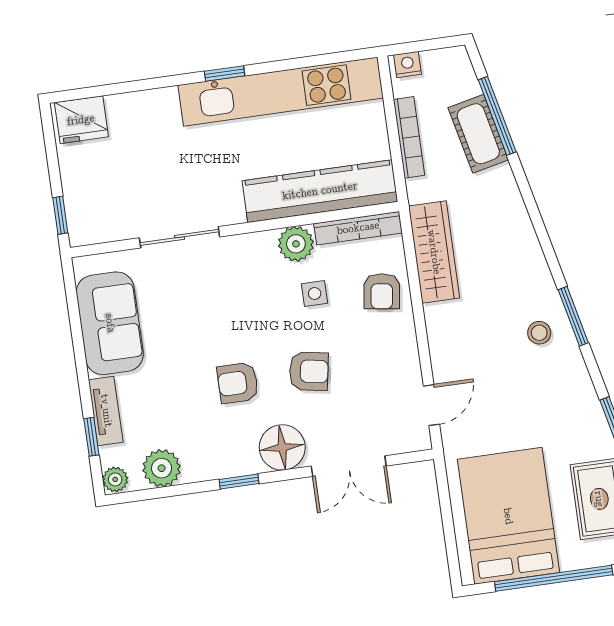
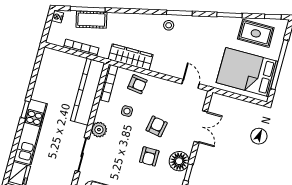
nightstand: (408, 65) -> (57, 17), moved
kitchen unit: (281, 92) -> (30, 132), moved, width x0.73
plant: (296, 244) -> (99, 130), moved
stool: (539, 333) -> (169, 25), moved
floor lamp: (282, 447) -> (179, 161), moved

